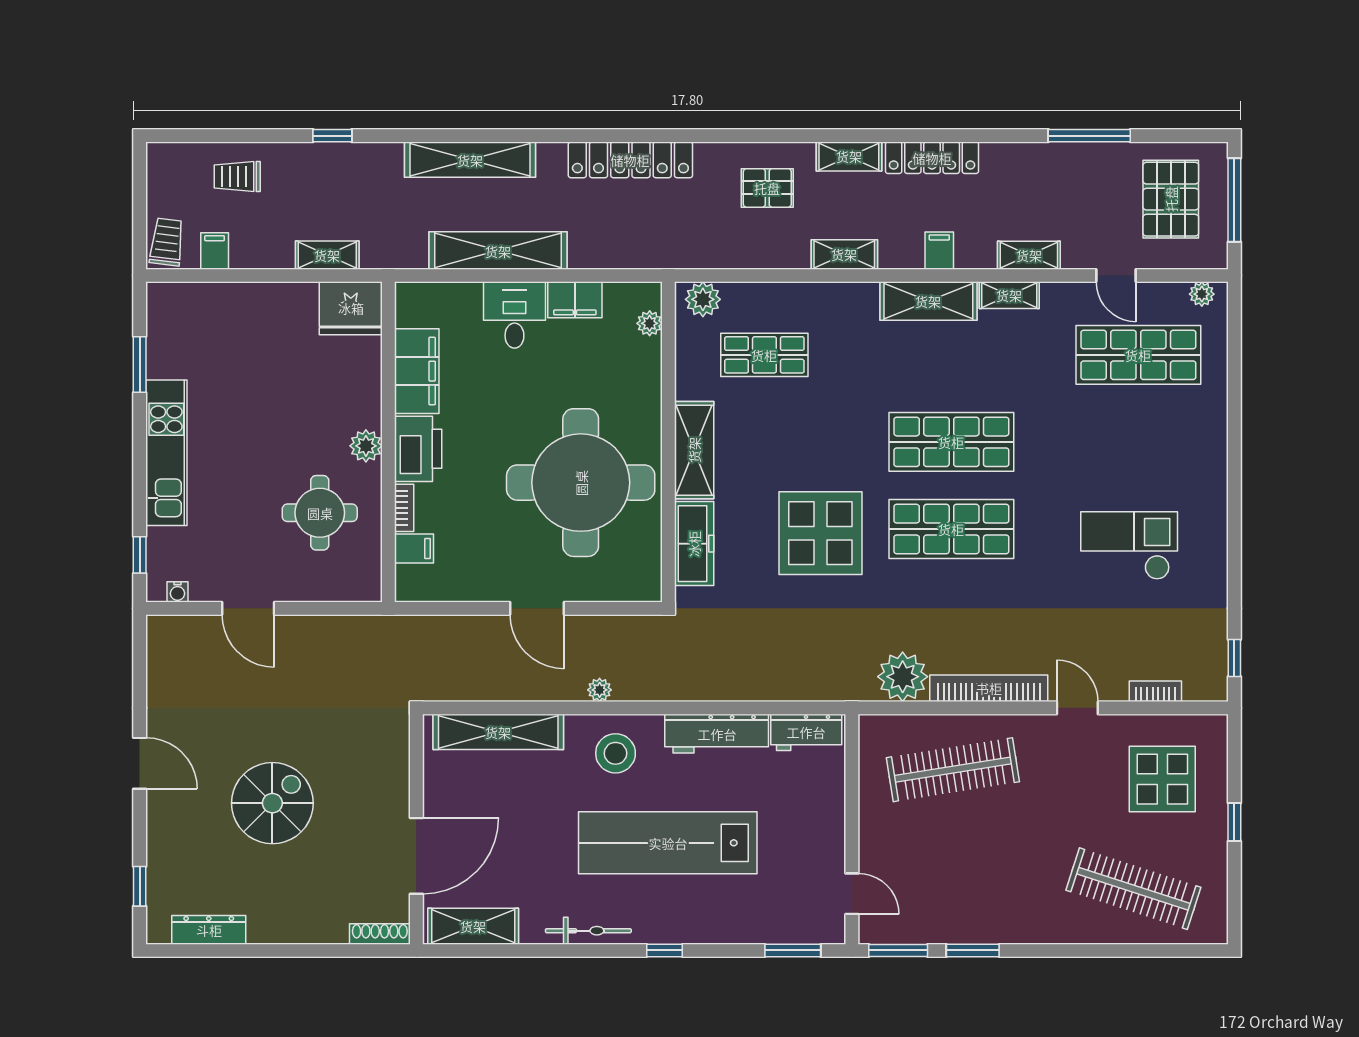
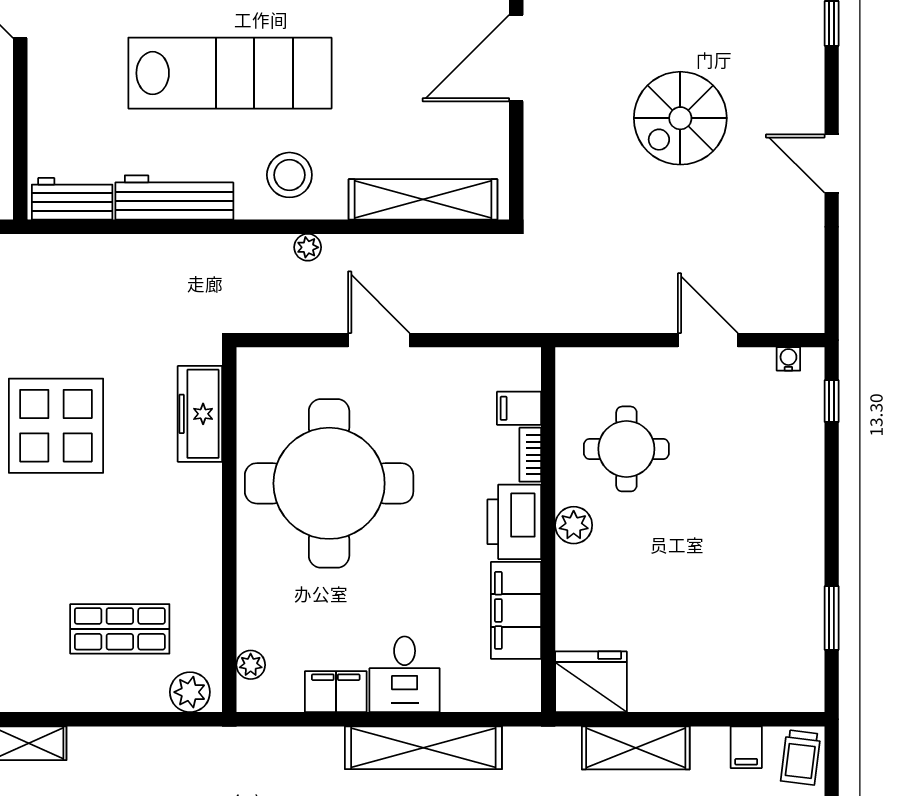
shelving: (327, 255) -> (636, 748), width x1.50, depth x1.33
shelving: (694, 450) -> (200, 520), removed
kitchen unit: (166, 453) -> (801, 517), removed

